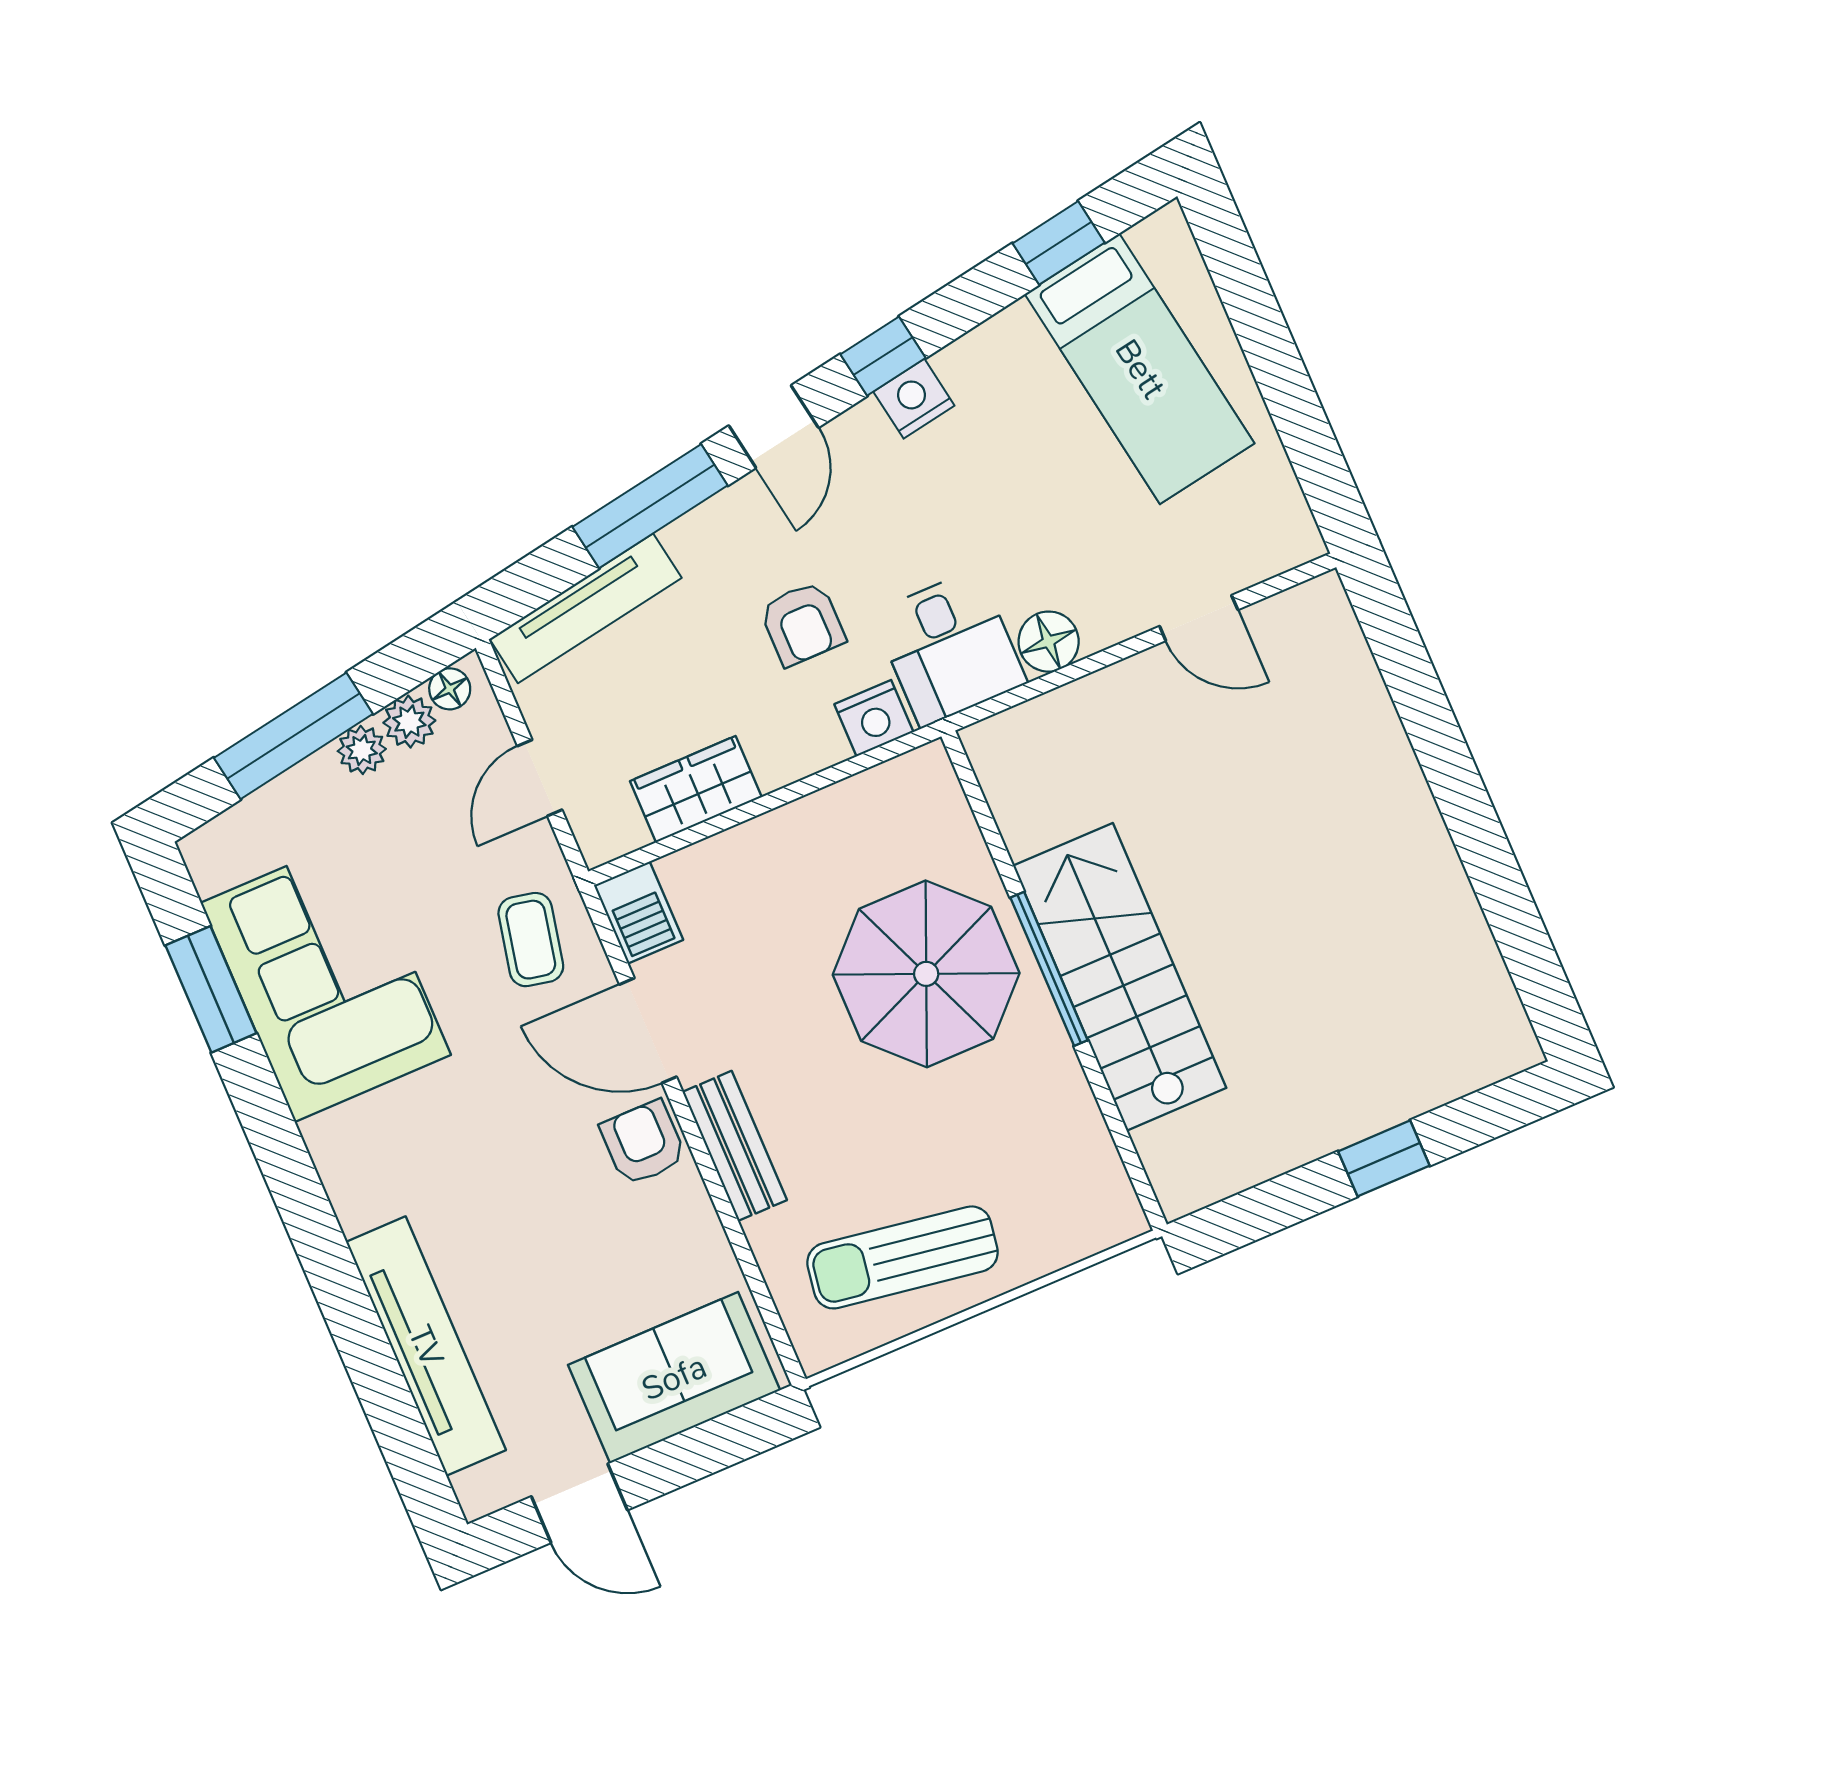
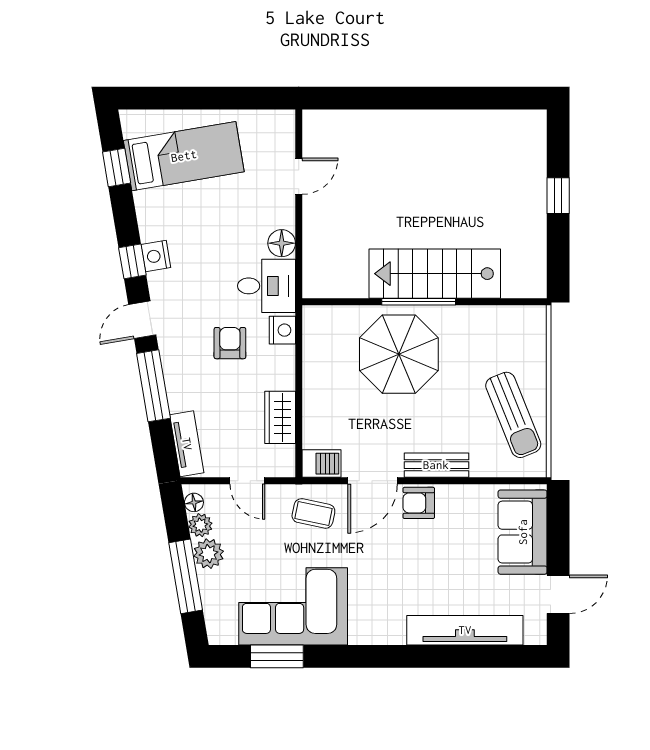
door: (774, 427) -> (142, 320), swing flipped
tv unit: (586, 608) -> (187, 444), width x0.71
armchair: (802, 624) -> (230, 343), turned -90
plant: (362, 750) -> (209, 554), width x1.38, depth x1.38
sun lounger: (903, 1257) -> (513, 415), turned -31

